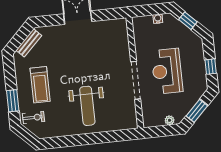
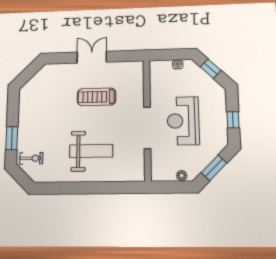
bench: (29, 43) -> (37, 79), removed
treadmill: (40, 85) -> (96, 97), moved, turned 90
weight bench: (87, 106) -> (91, 151), turned -90

